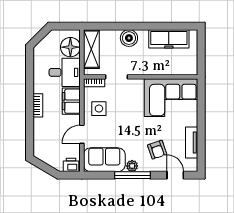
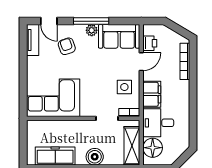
bookcase: (38, 105) -> (185, 61), moved, width x1.56
tv unit: (192, 142) -> (33, 40), moved
printer: (71, 165) -> (150, 43), moved, turned -90

